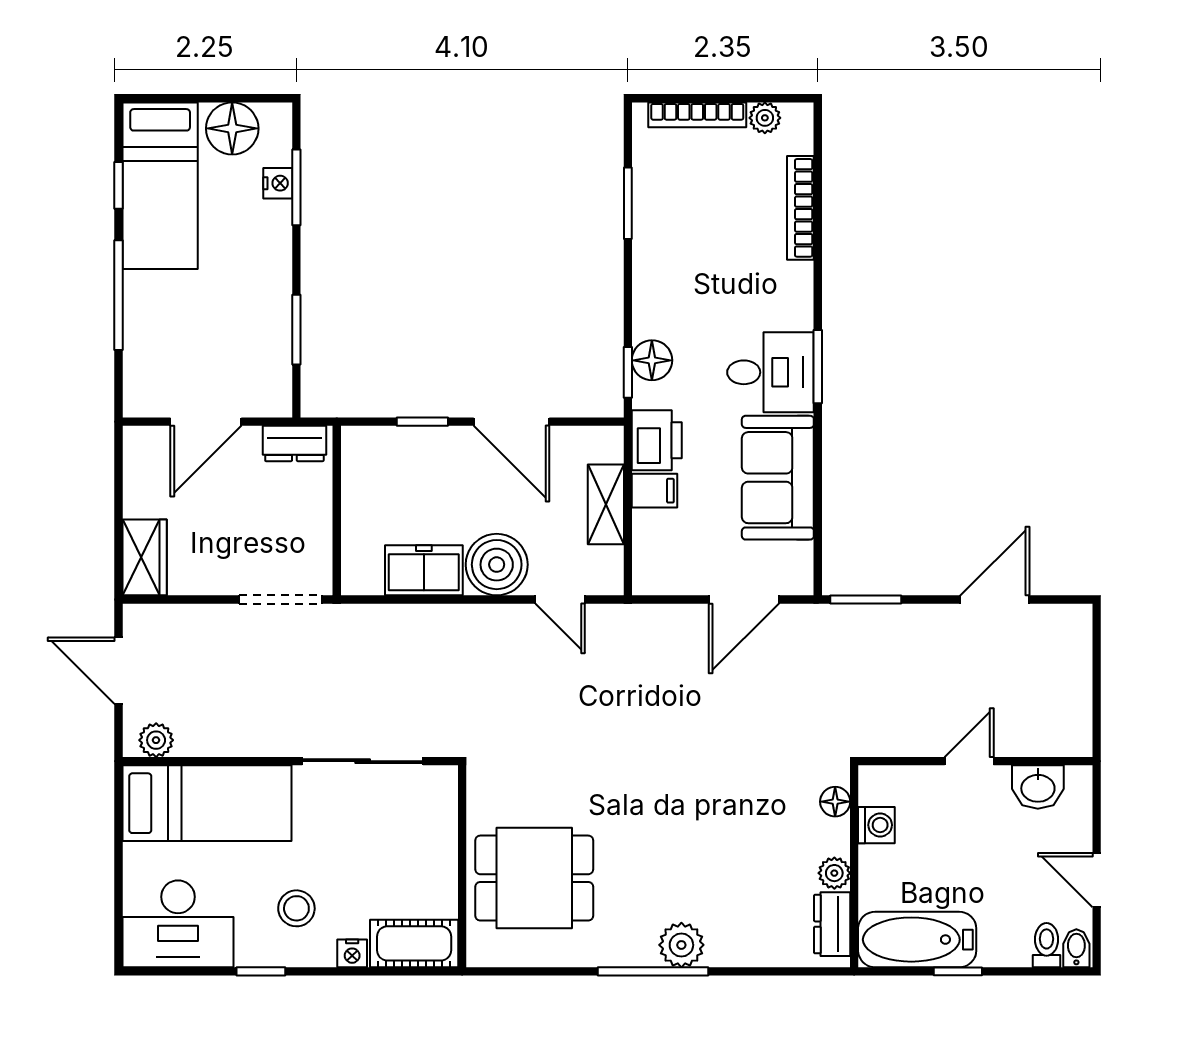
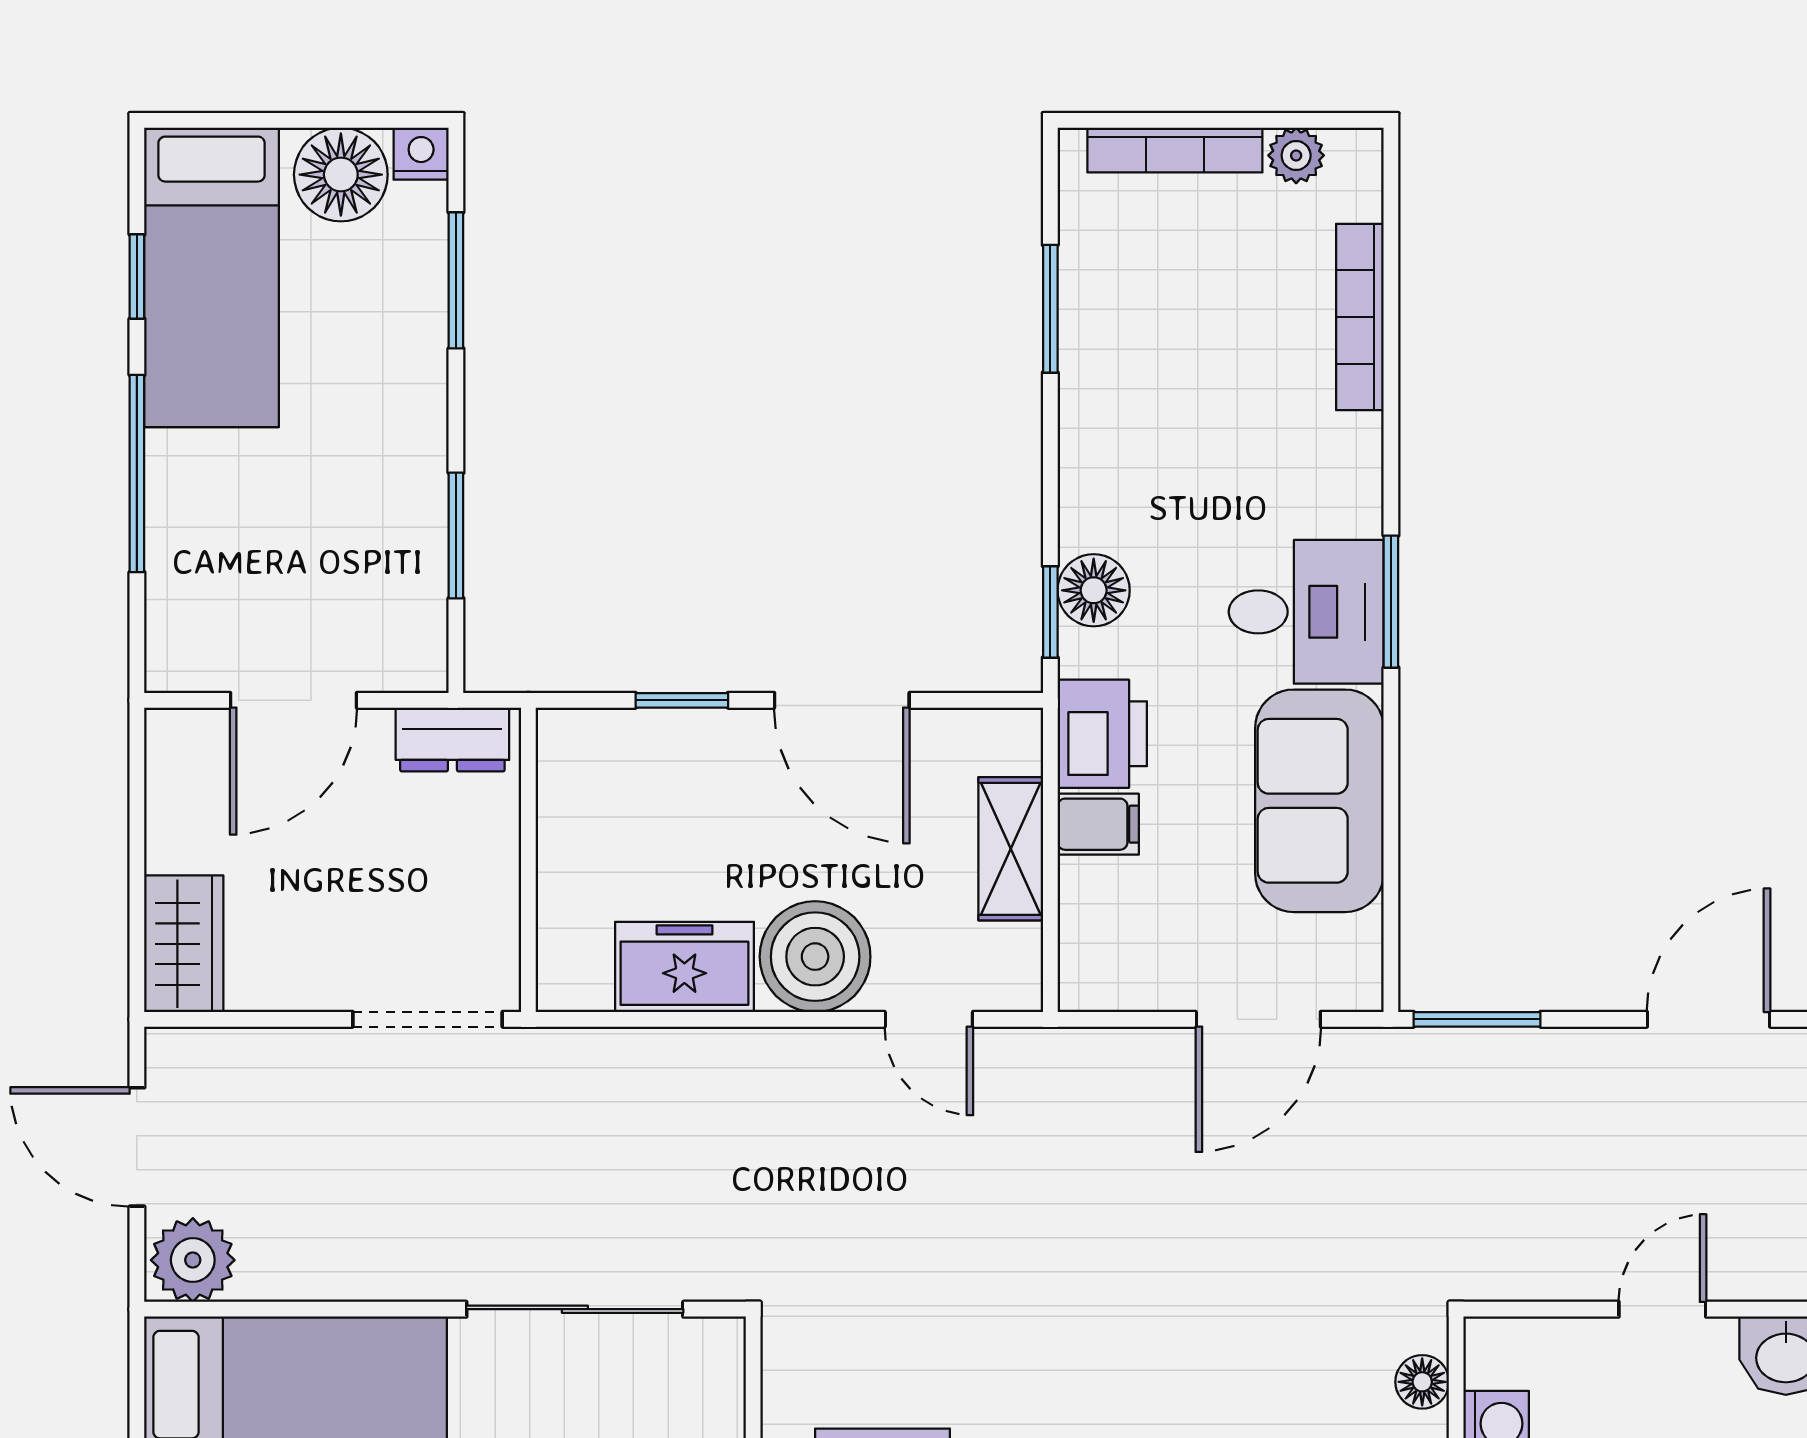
nightstand: (278, 183) -> (421, 154), moved, turned -90
plant: (156, 740) -> (193, 1260), width x1.38, depth x1.38

